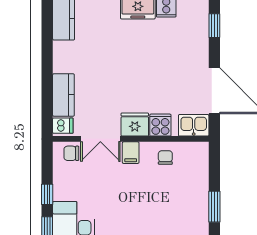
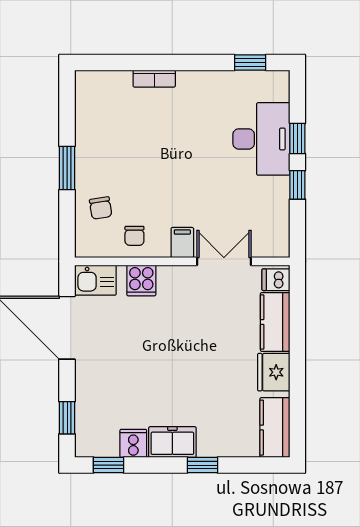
fridge: (135, 125) -> (274, 372), moved, turned 90
chair: (71, 153) -> (101, 208), moved, turned 81

